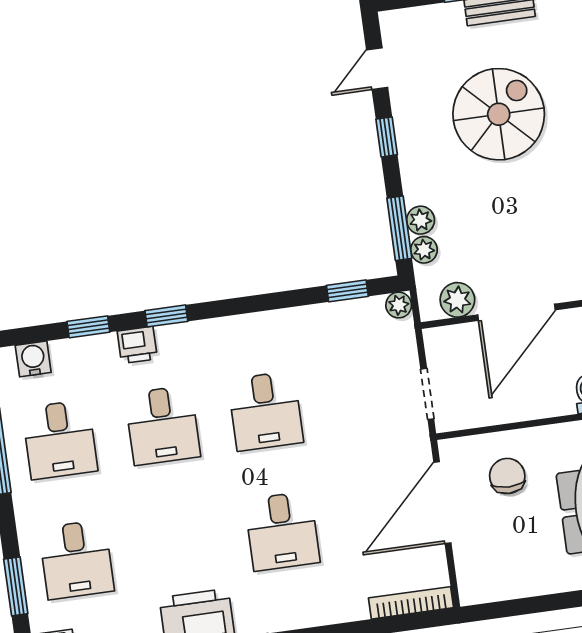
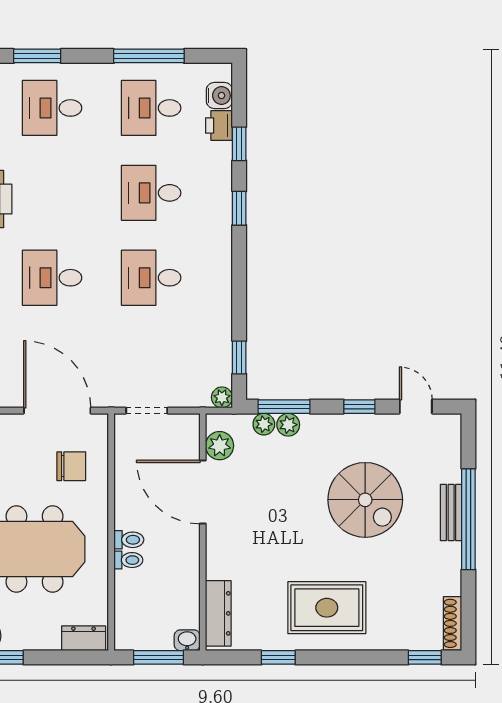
printer: (137, 345) -> (219, 125), moved

